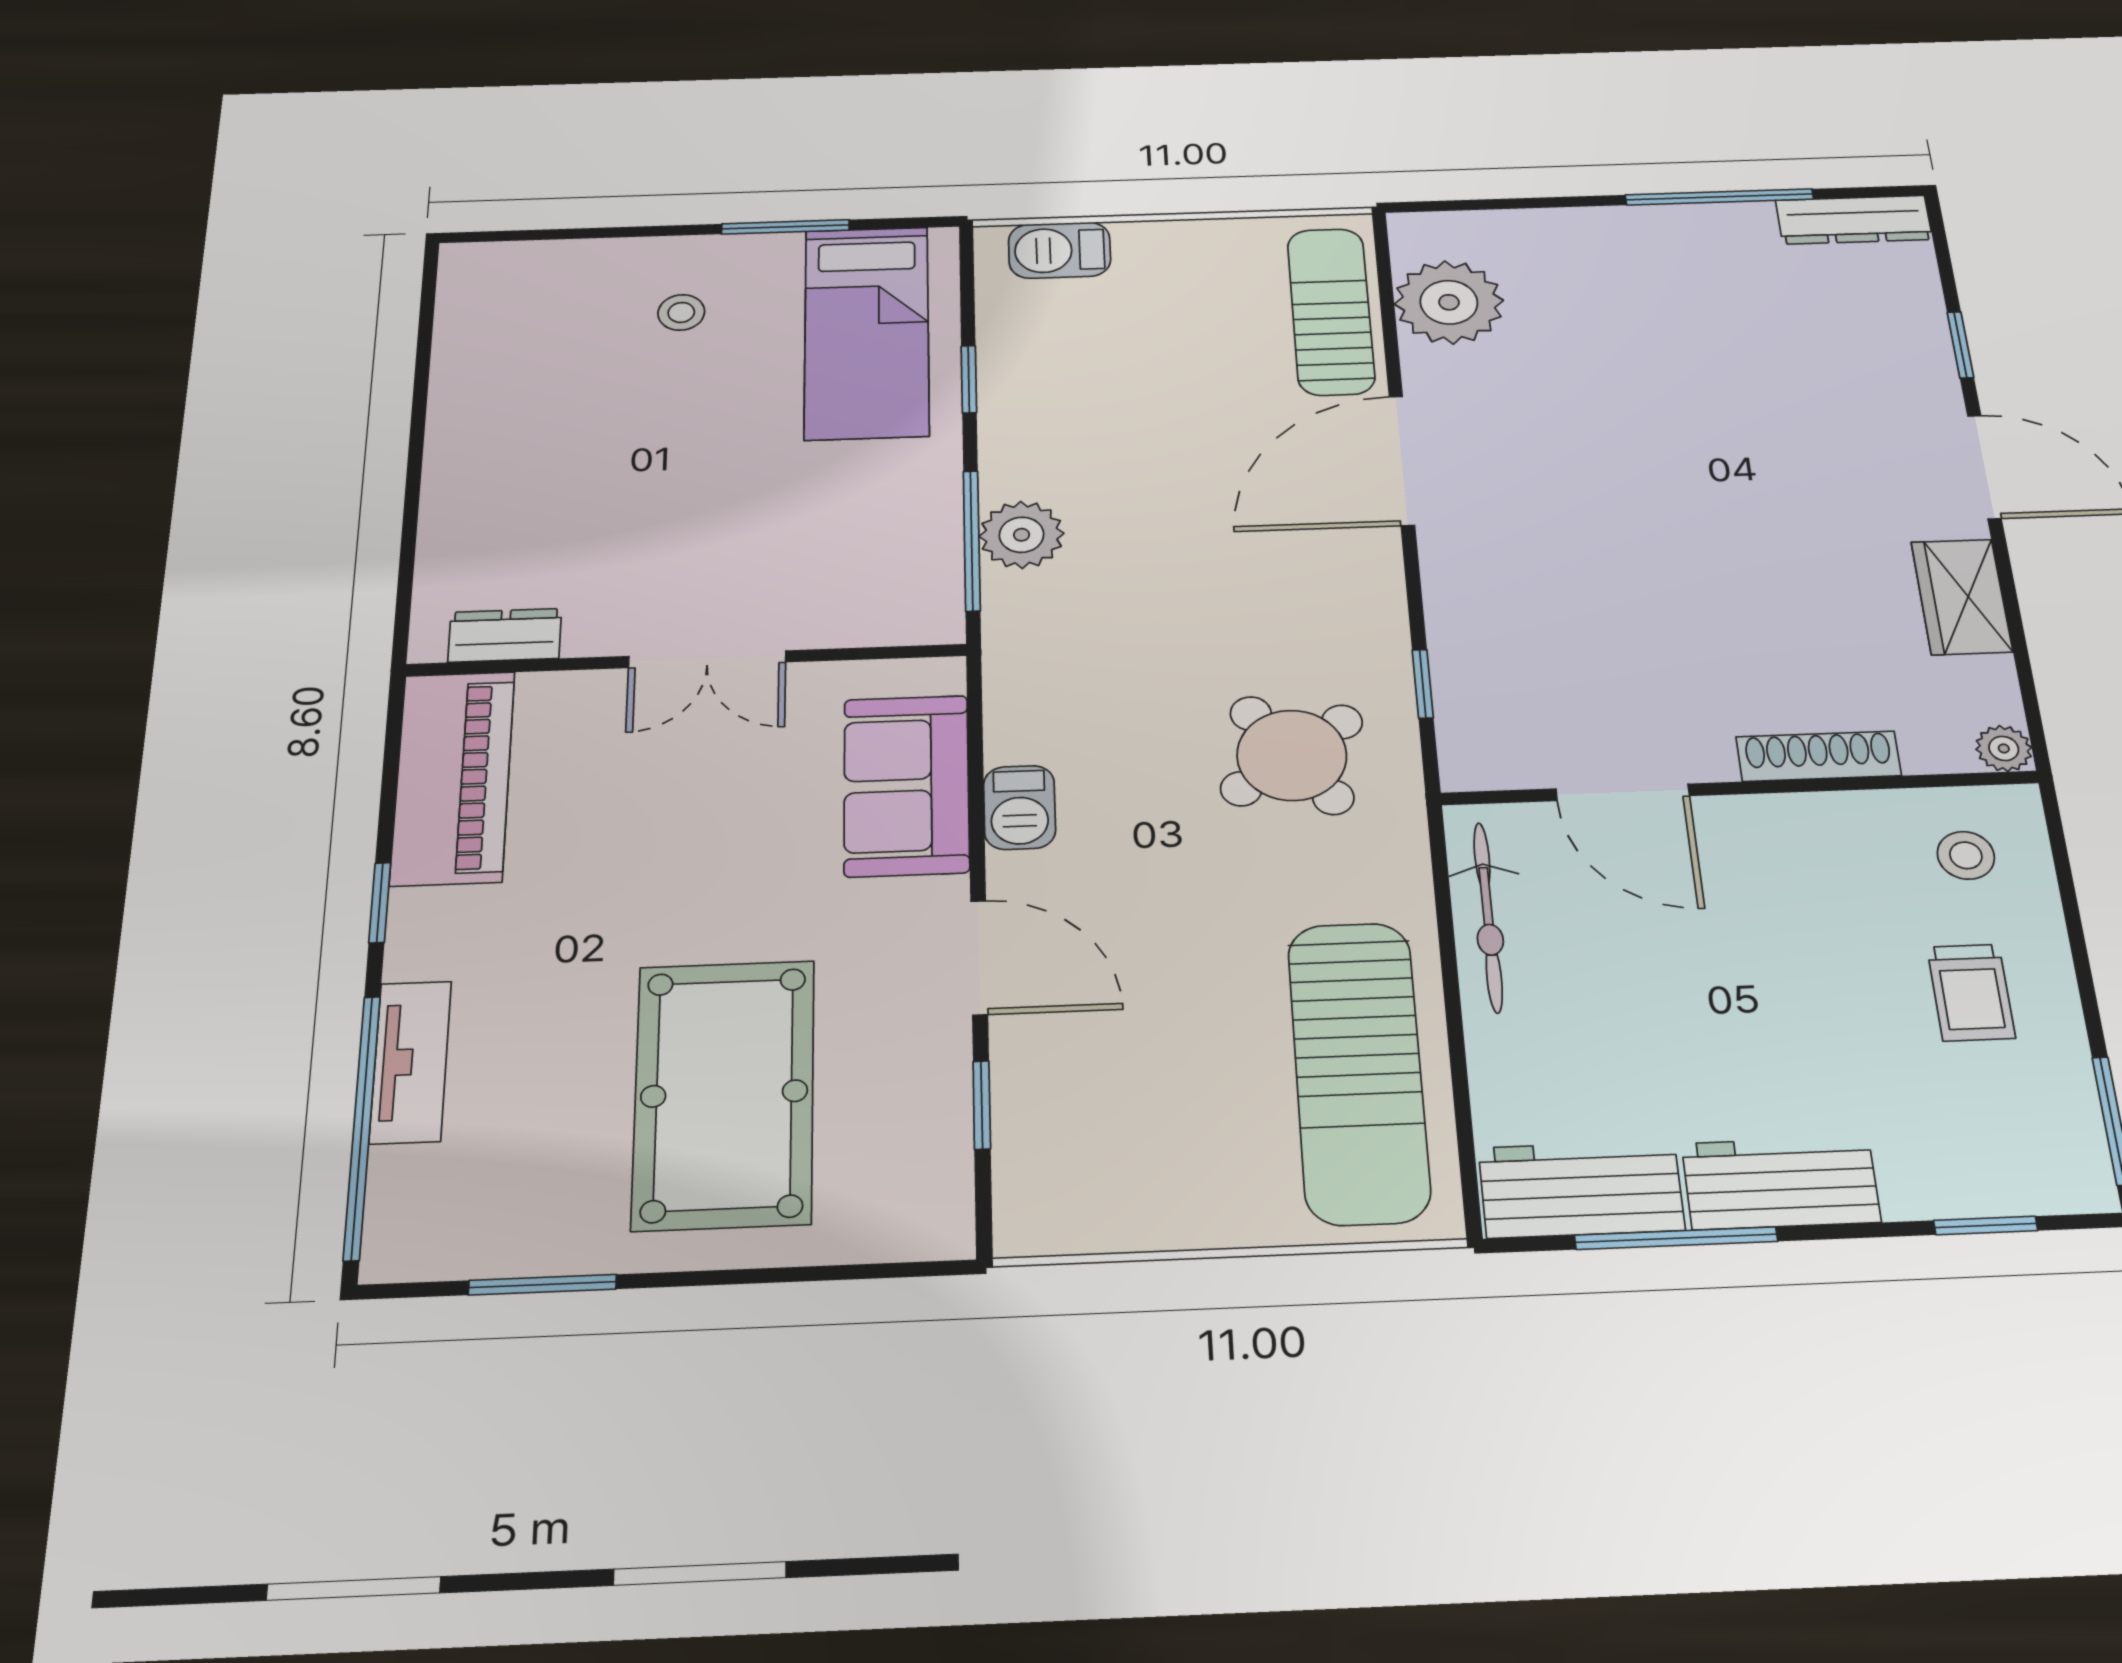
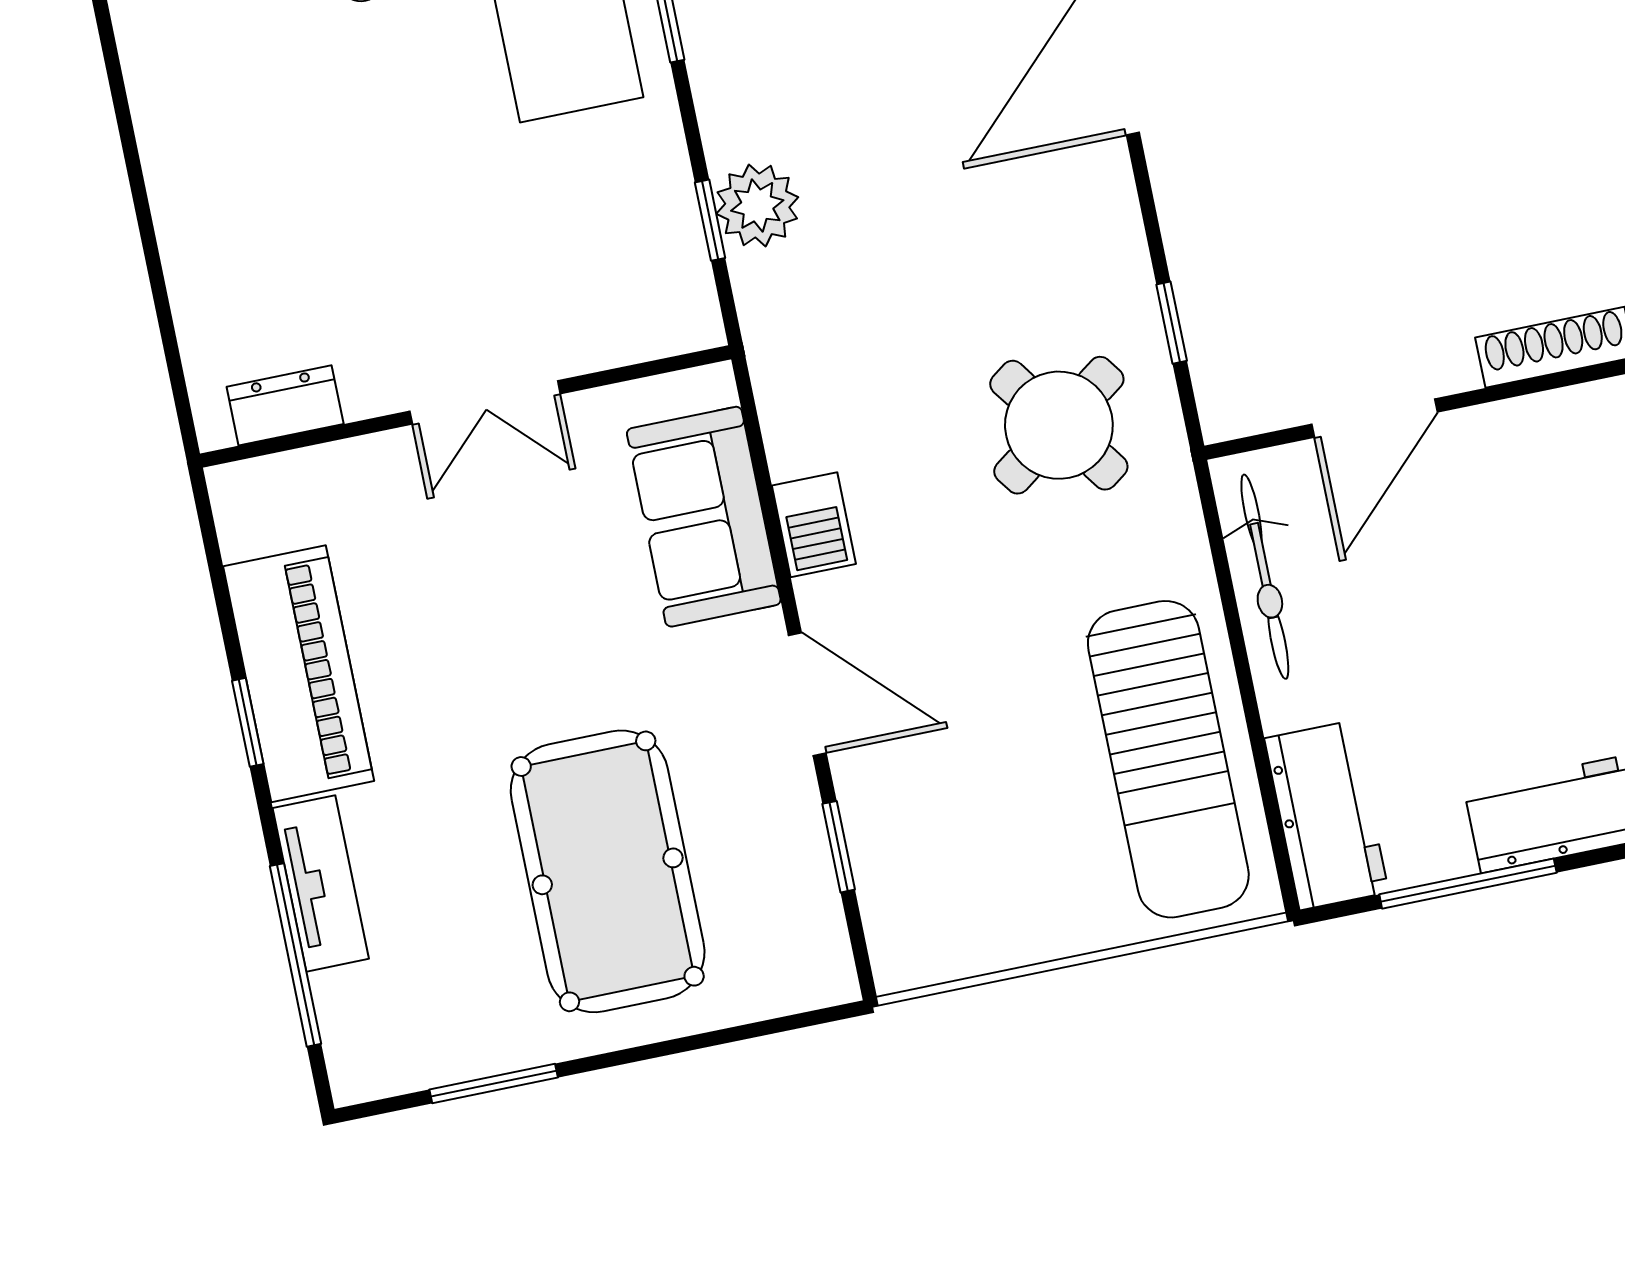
window: (972, 540) -> (710, 220), width x0.46
piano: (453, 777) -> (299, 674), moved
door: (1623, 792) -> (1375, 418), hinge flipped
window: (362, 1126) -> (295, 955), width x0.68
workbench: (1581, 1189) -> (1327, 815), moved, turned 90

